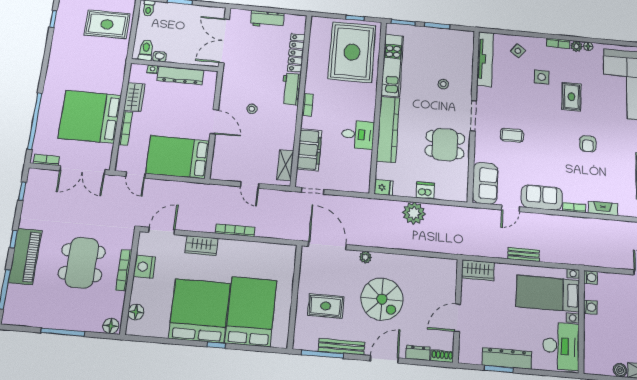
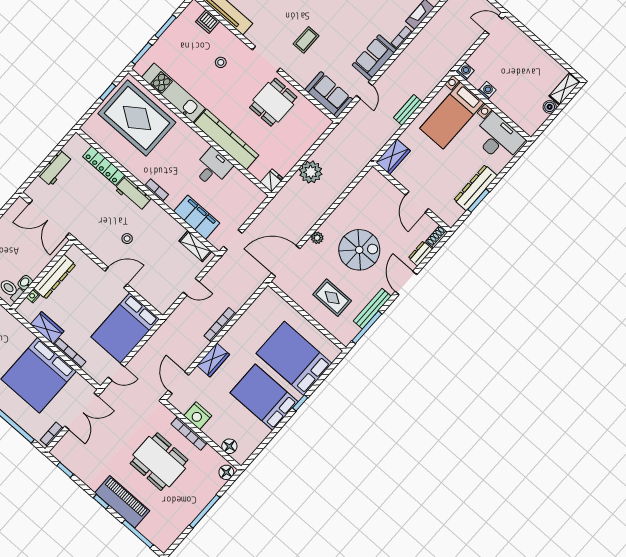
dishwasher: (425, 190) -> (208, 21), moved, turned -90
rug: (326, 306) -> (332, 298), turned 90
bed: (199, 311) -> (264, 397), width x0.73

